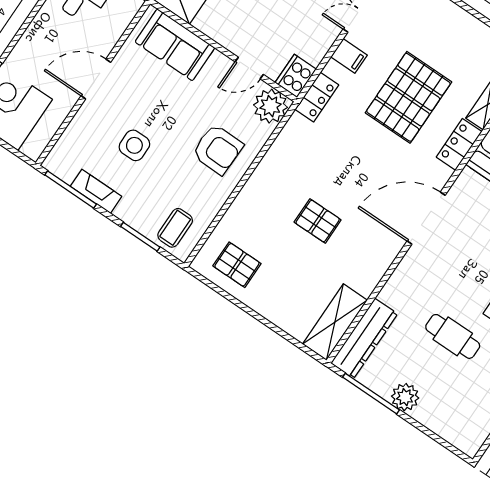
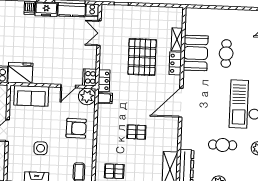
filing cabinet: (349, 56) -> (105, 98), moved

